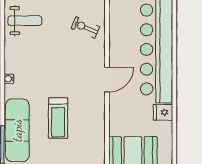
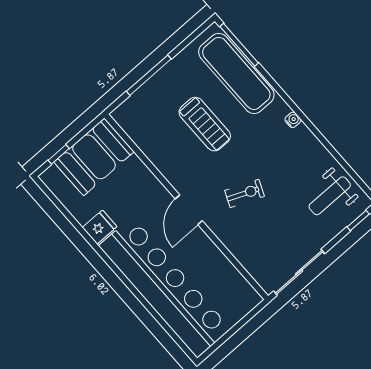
exercise bike: (85, 27) -> (245, 193), moved
treadmill: (58, 118) -> (205, 124), turned 180

